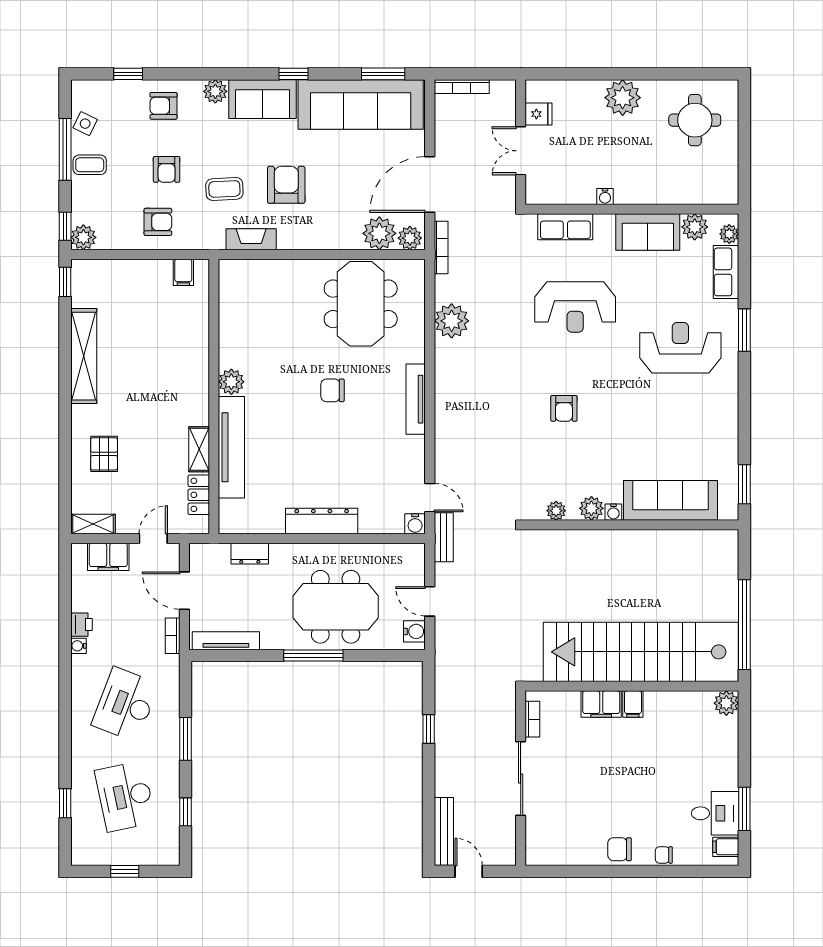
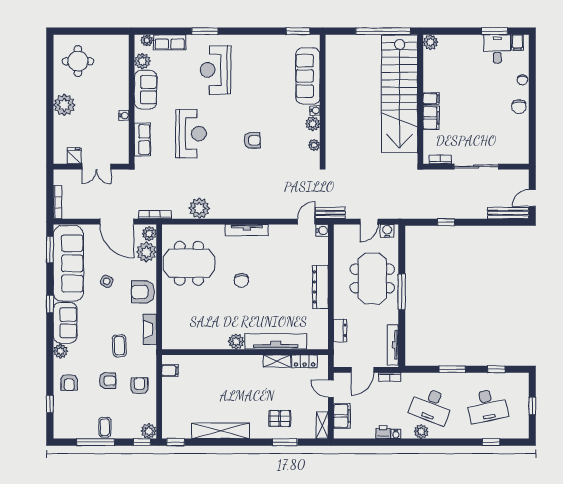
side table: (85, 124) -> (107, 281), moved
armchair: (286, 185) -> (143, 292), moved
window: (65, 462) -> (285, 442), added
plant: (83, 688) -> (421, 431), added

